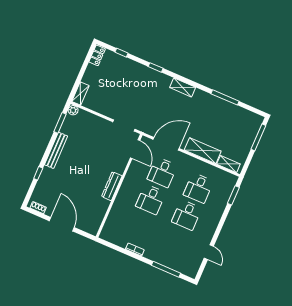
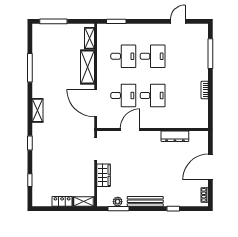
locker: (97, 55) -> (62, 201), moved
plant: (73, 110) -> (118, 202), moved
wardrobe: (97, 122) -> (104, 175), added
door: (135, 149) -> (130, 129), moved
dresser: (112, 186) -> (175, 136), moved

